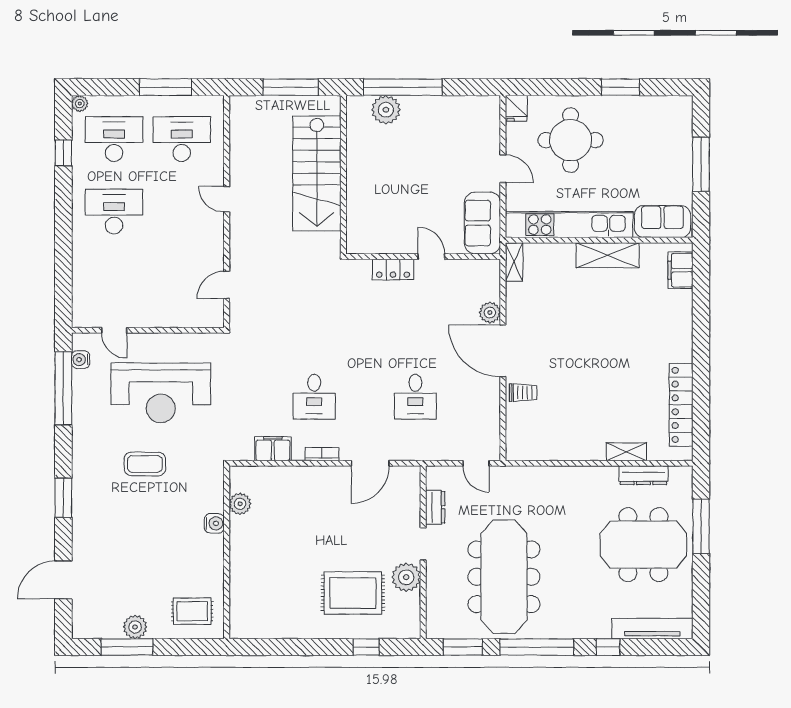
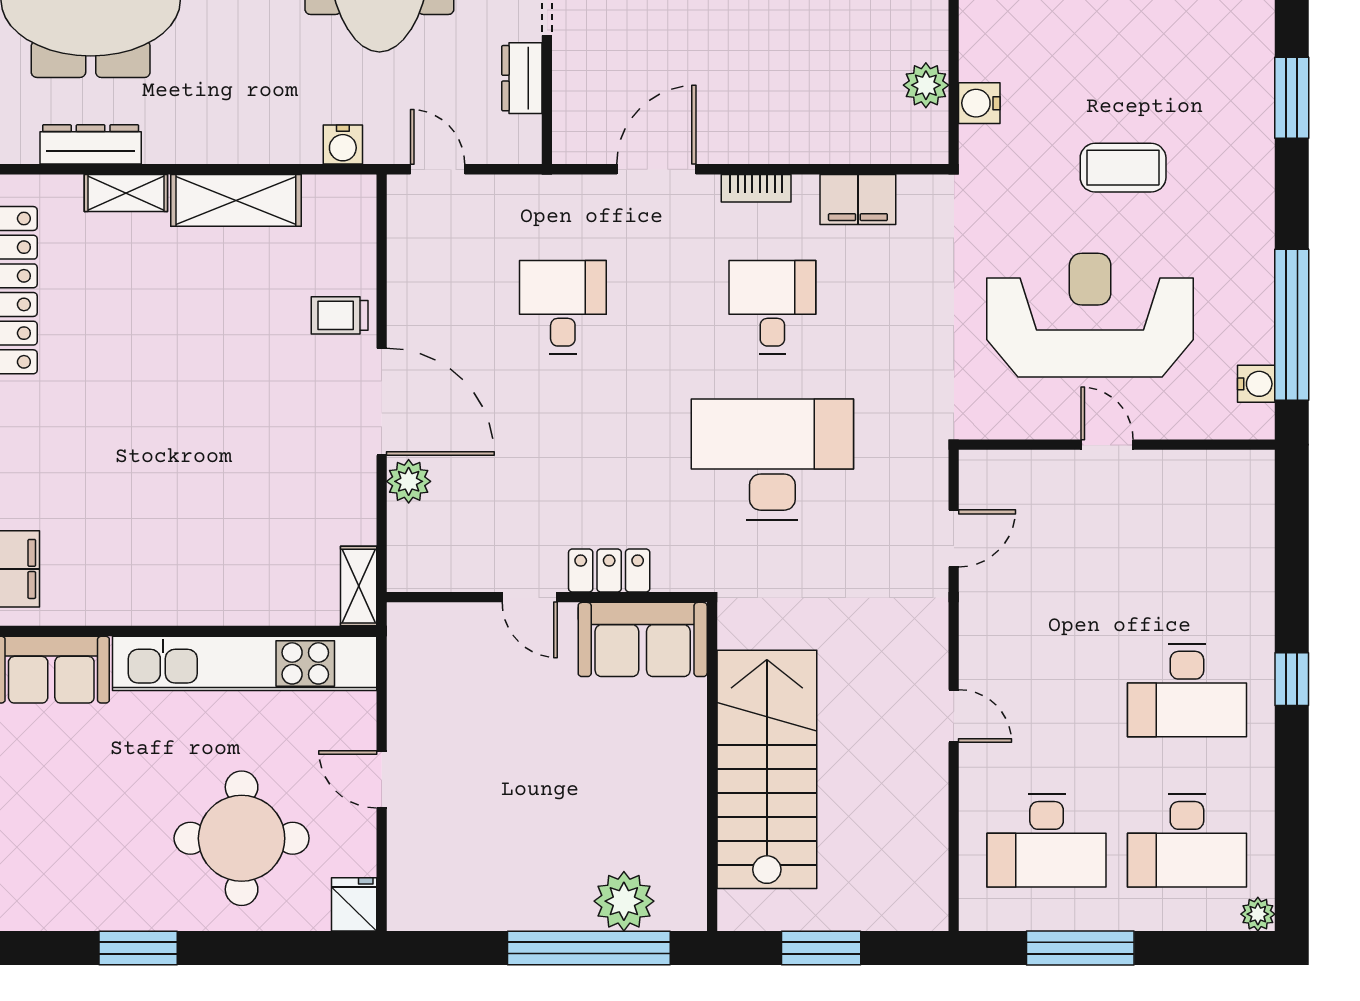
window: (291, 87) -> (821, 948), width x0.69
window: (63, 153) -> (1292, 679), moved
sofa: (482, 223) -> (643, 639), moved, turned 90
shelving: (608, 255) -> (236, 200), moved
desk: (314, 323) -> (772, 459), added
door: (114, 330) -> (1107, 445), moved
water cooler: (522, 475) -> (343, 145), added
water cooler: (214, 523) -> (979, 103), moved

